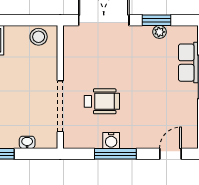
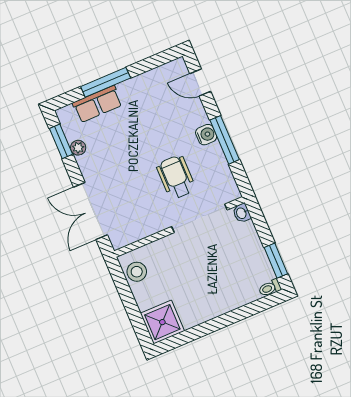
window: (156, 20) -> (61, 141), moved
water cooler: (111, 140) -> (206, 135), moved
washbasin: (27, 142) -> (242, 213), moved

